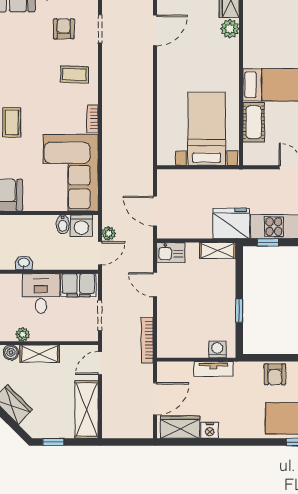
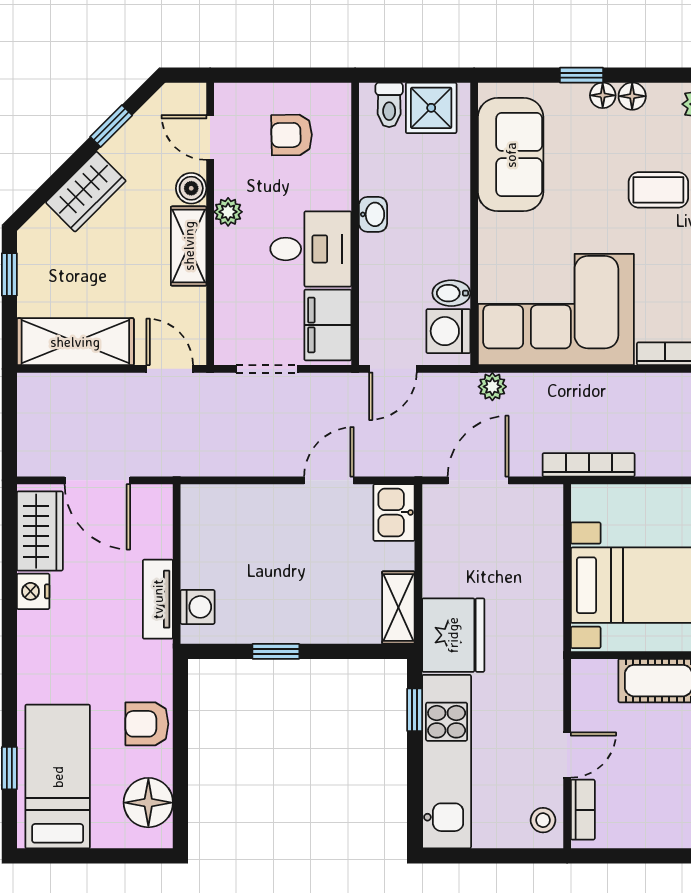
plant: (109, 233) -> (492, 387), moved
door: (100, 253) -> (393, 369), hinge flipped
bookcase: (147, 340) -> (589, 465), moved

